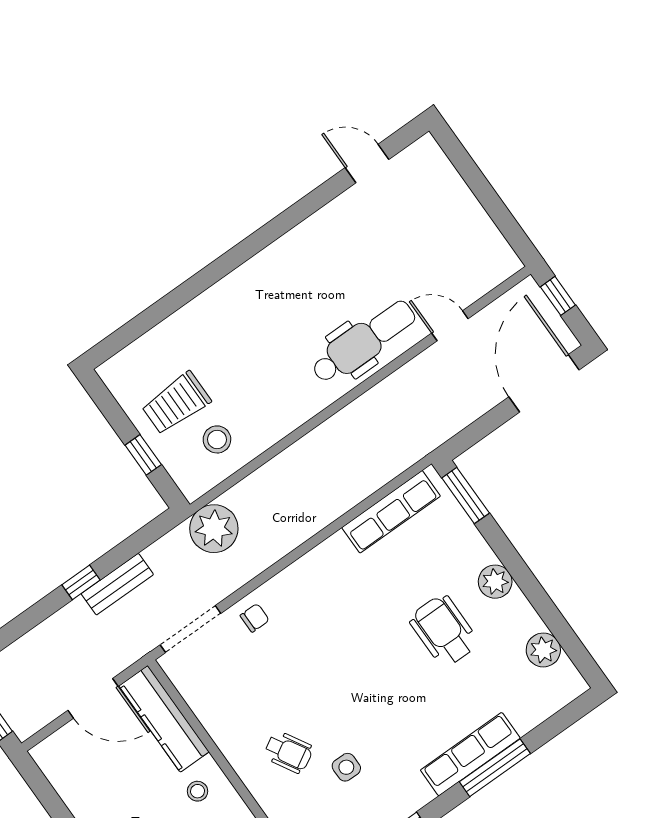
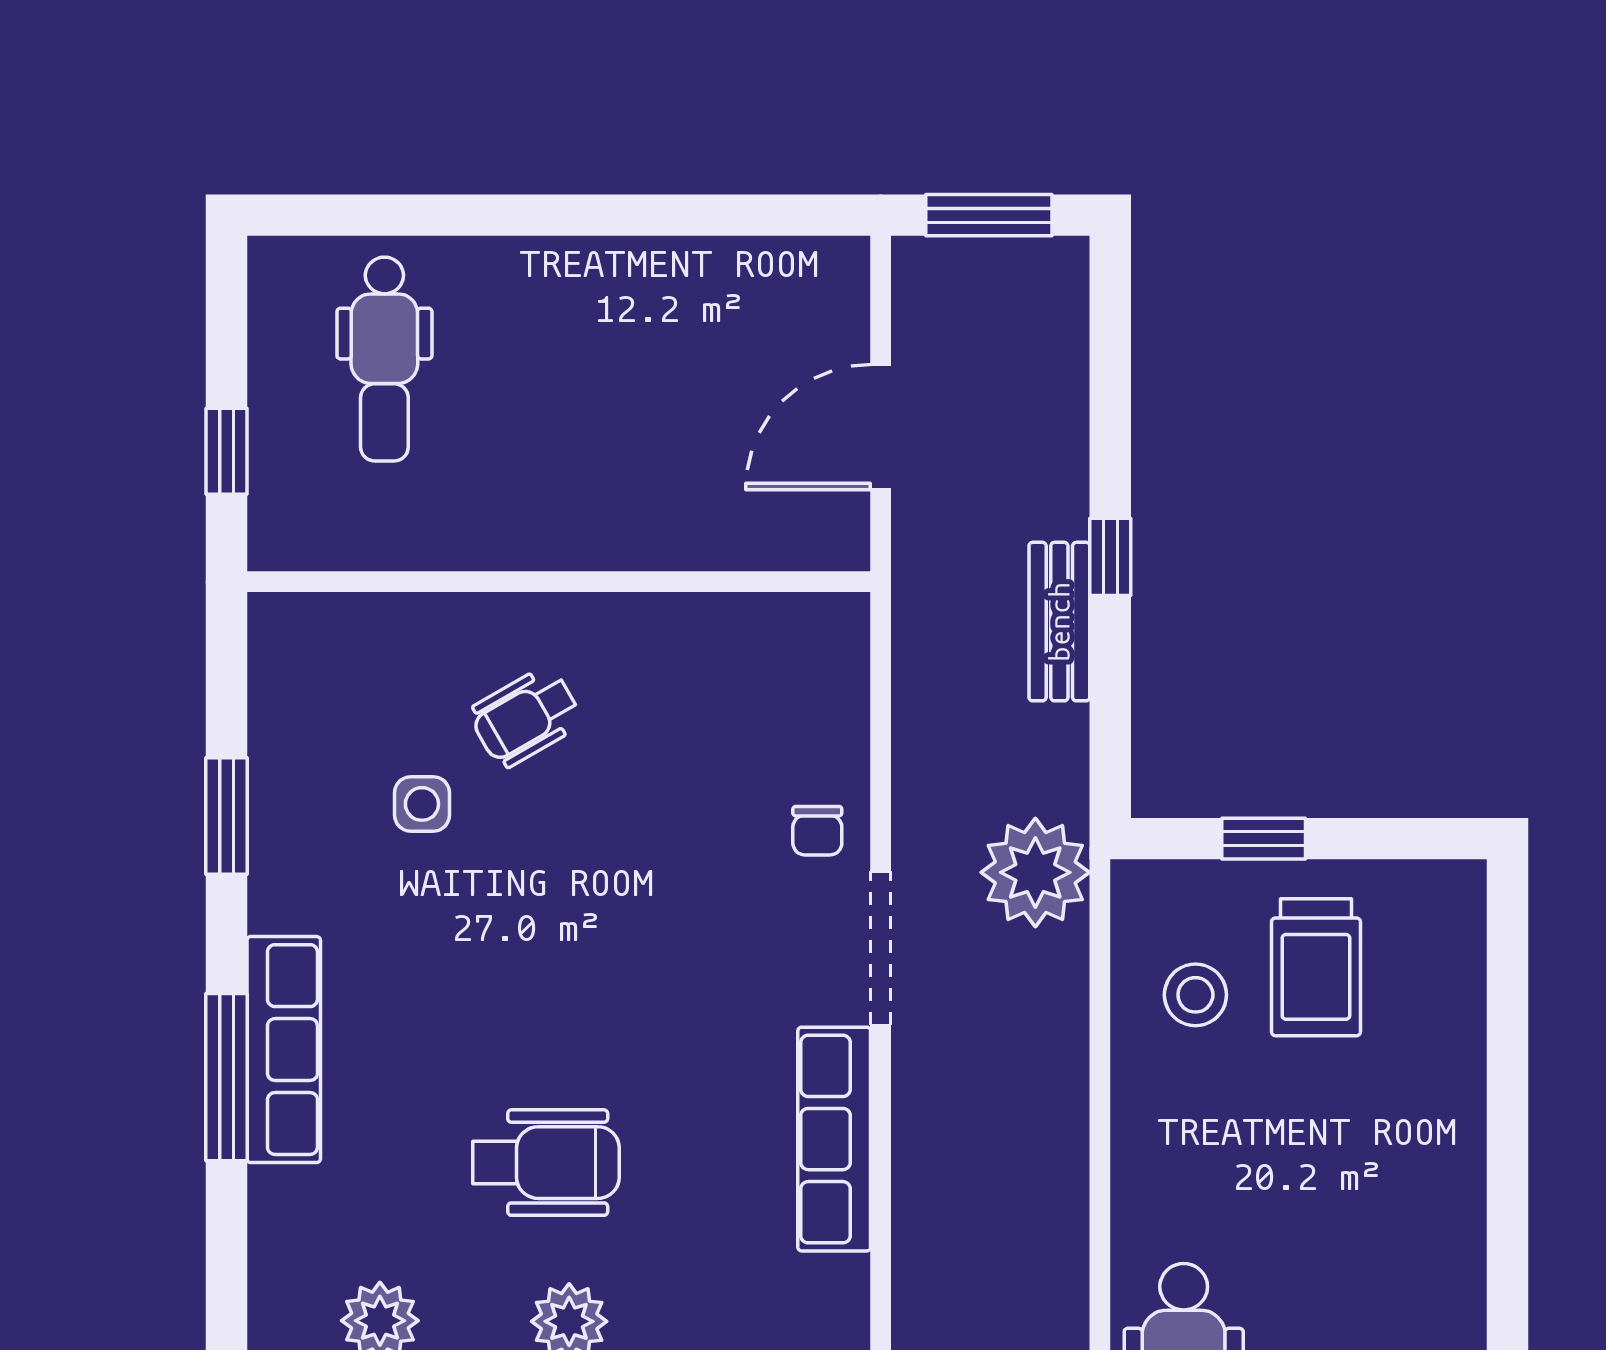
trolley: (176, 403) -> (1316, 967), turned 180
row of seats: (391, 512) -> (834, 1139), moved
doorway: (190, 629) -> (881, 948), moved
kitchen counter: (164, 719) -> (750, 531), removed
stool: (198, 791) -> (573, 498), removed

